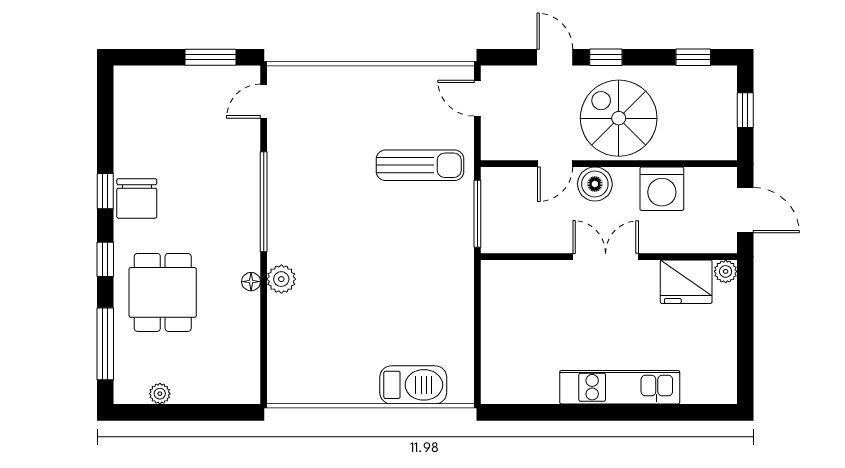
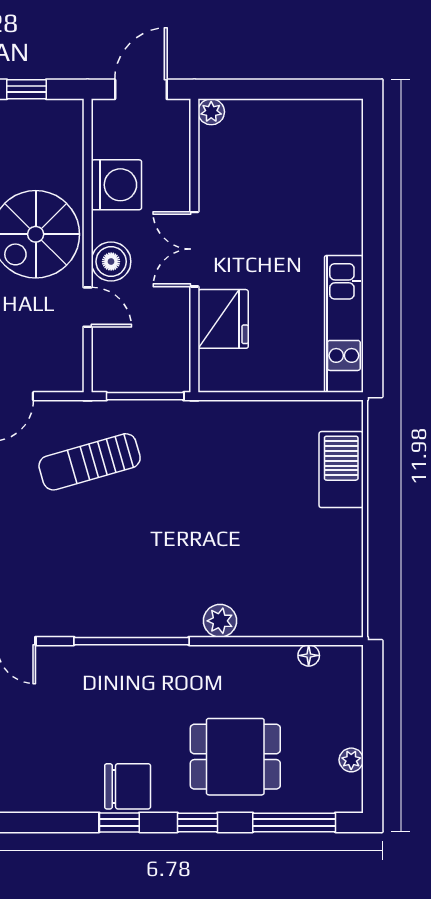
sun lounger: (420, 165) -> (90, 462), turned -106
floor lamp: (251, 282) -> (309, 655), moved
fridge: (686, 282) -> (223, 319), moved
kitchen unit: (620, 387) -> (344, 324), moved

